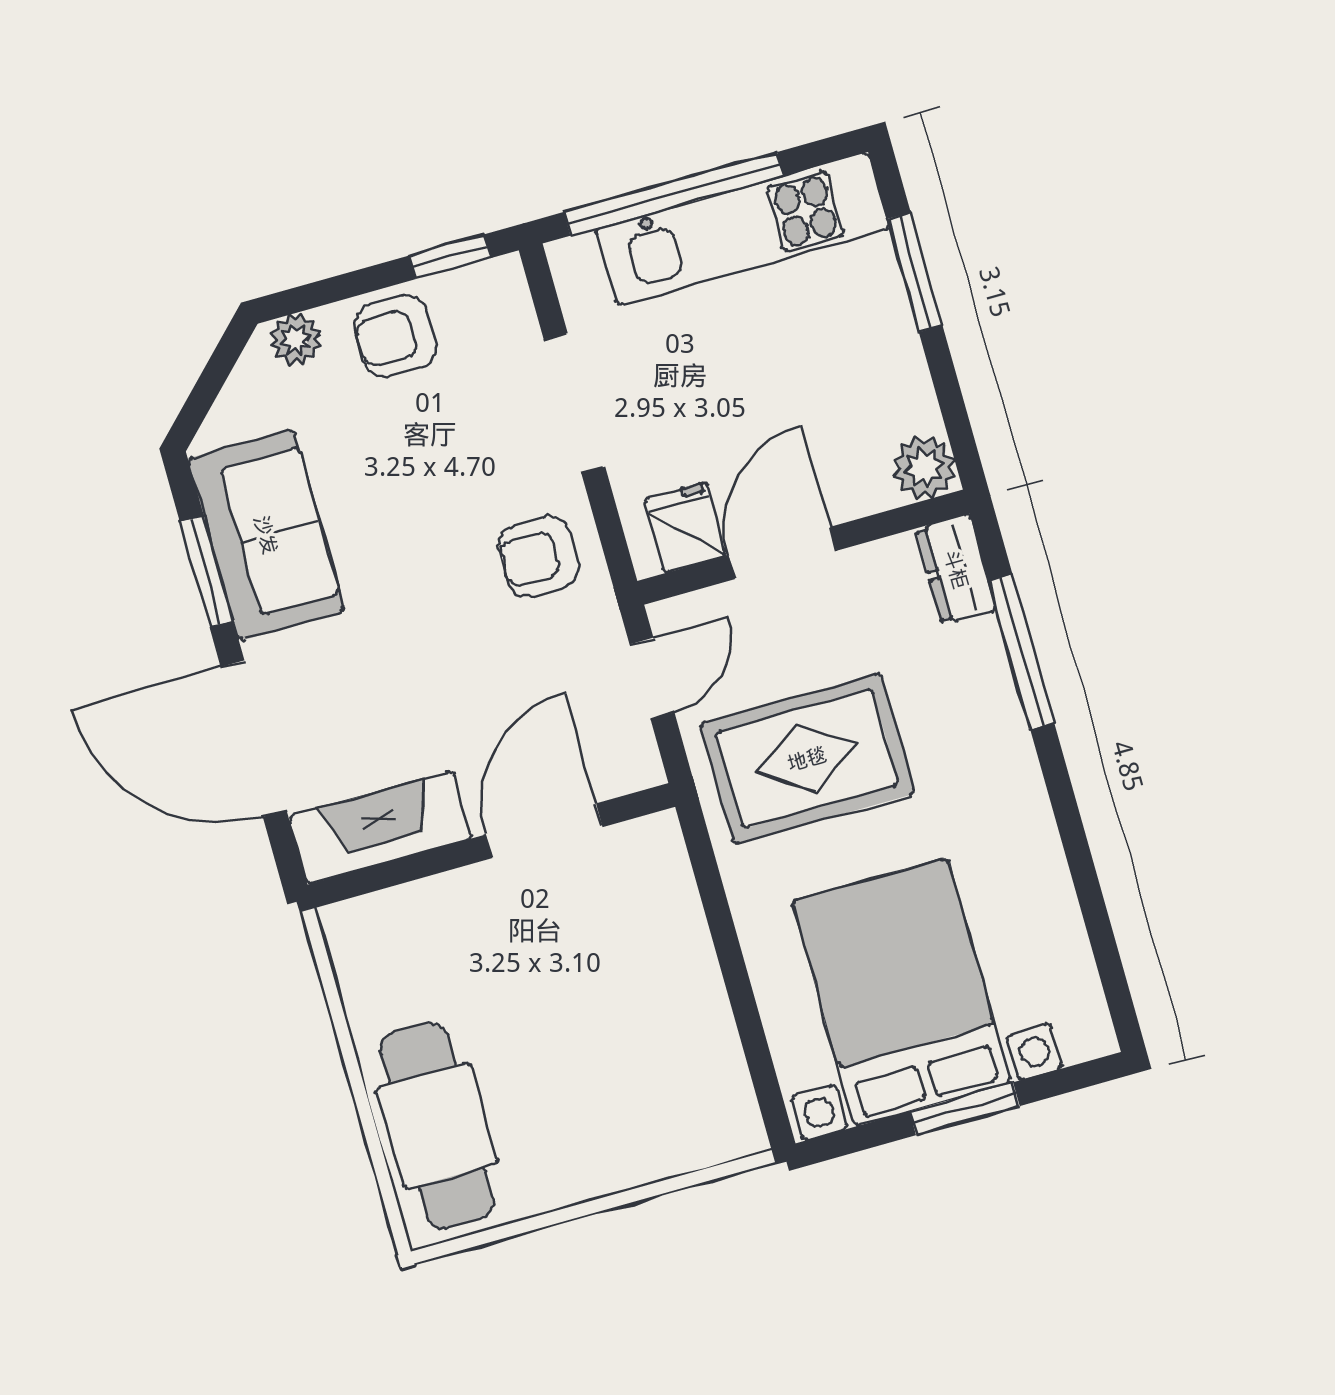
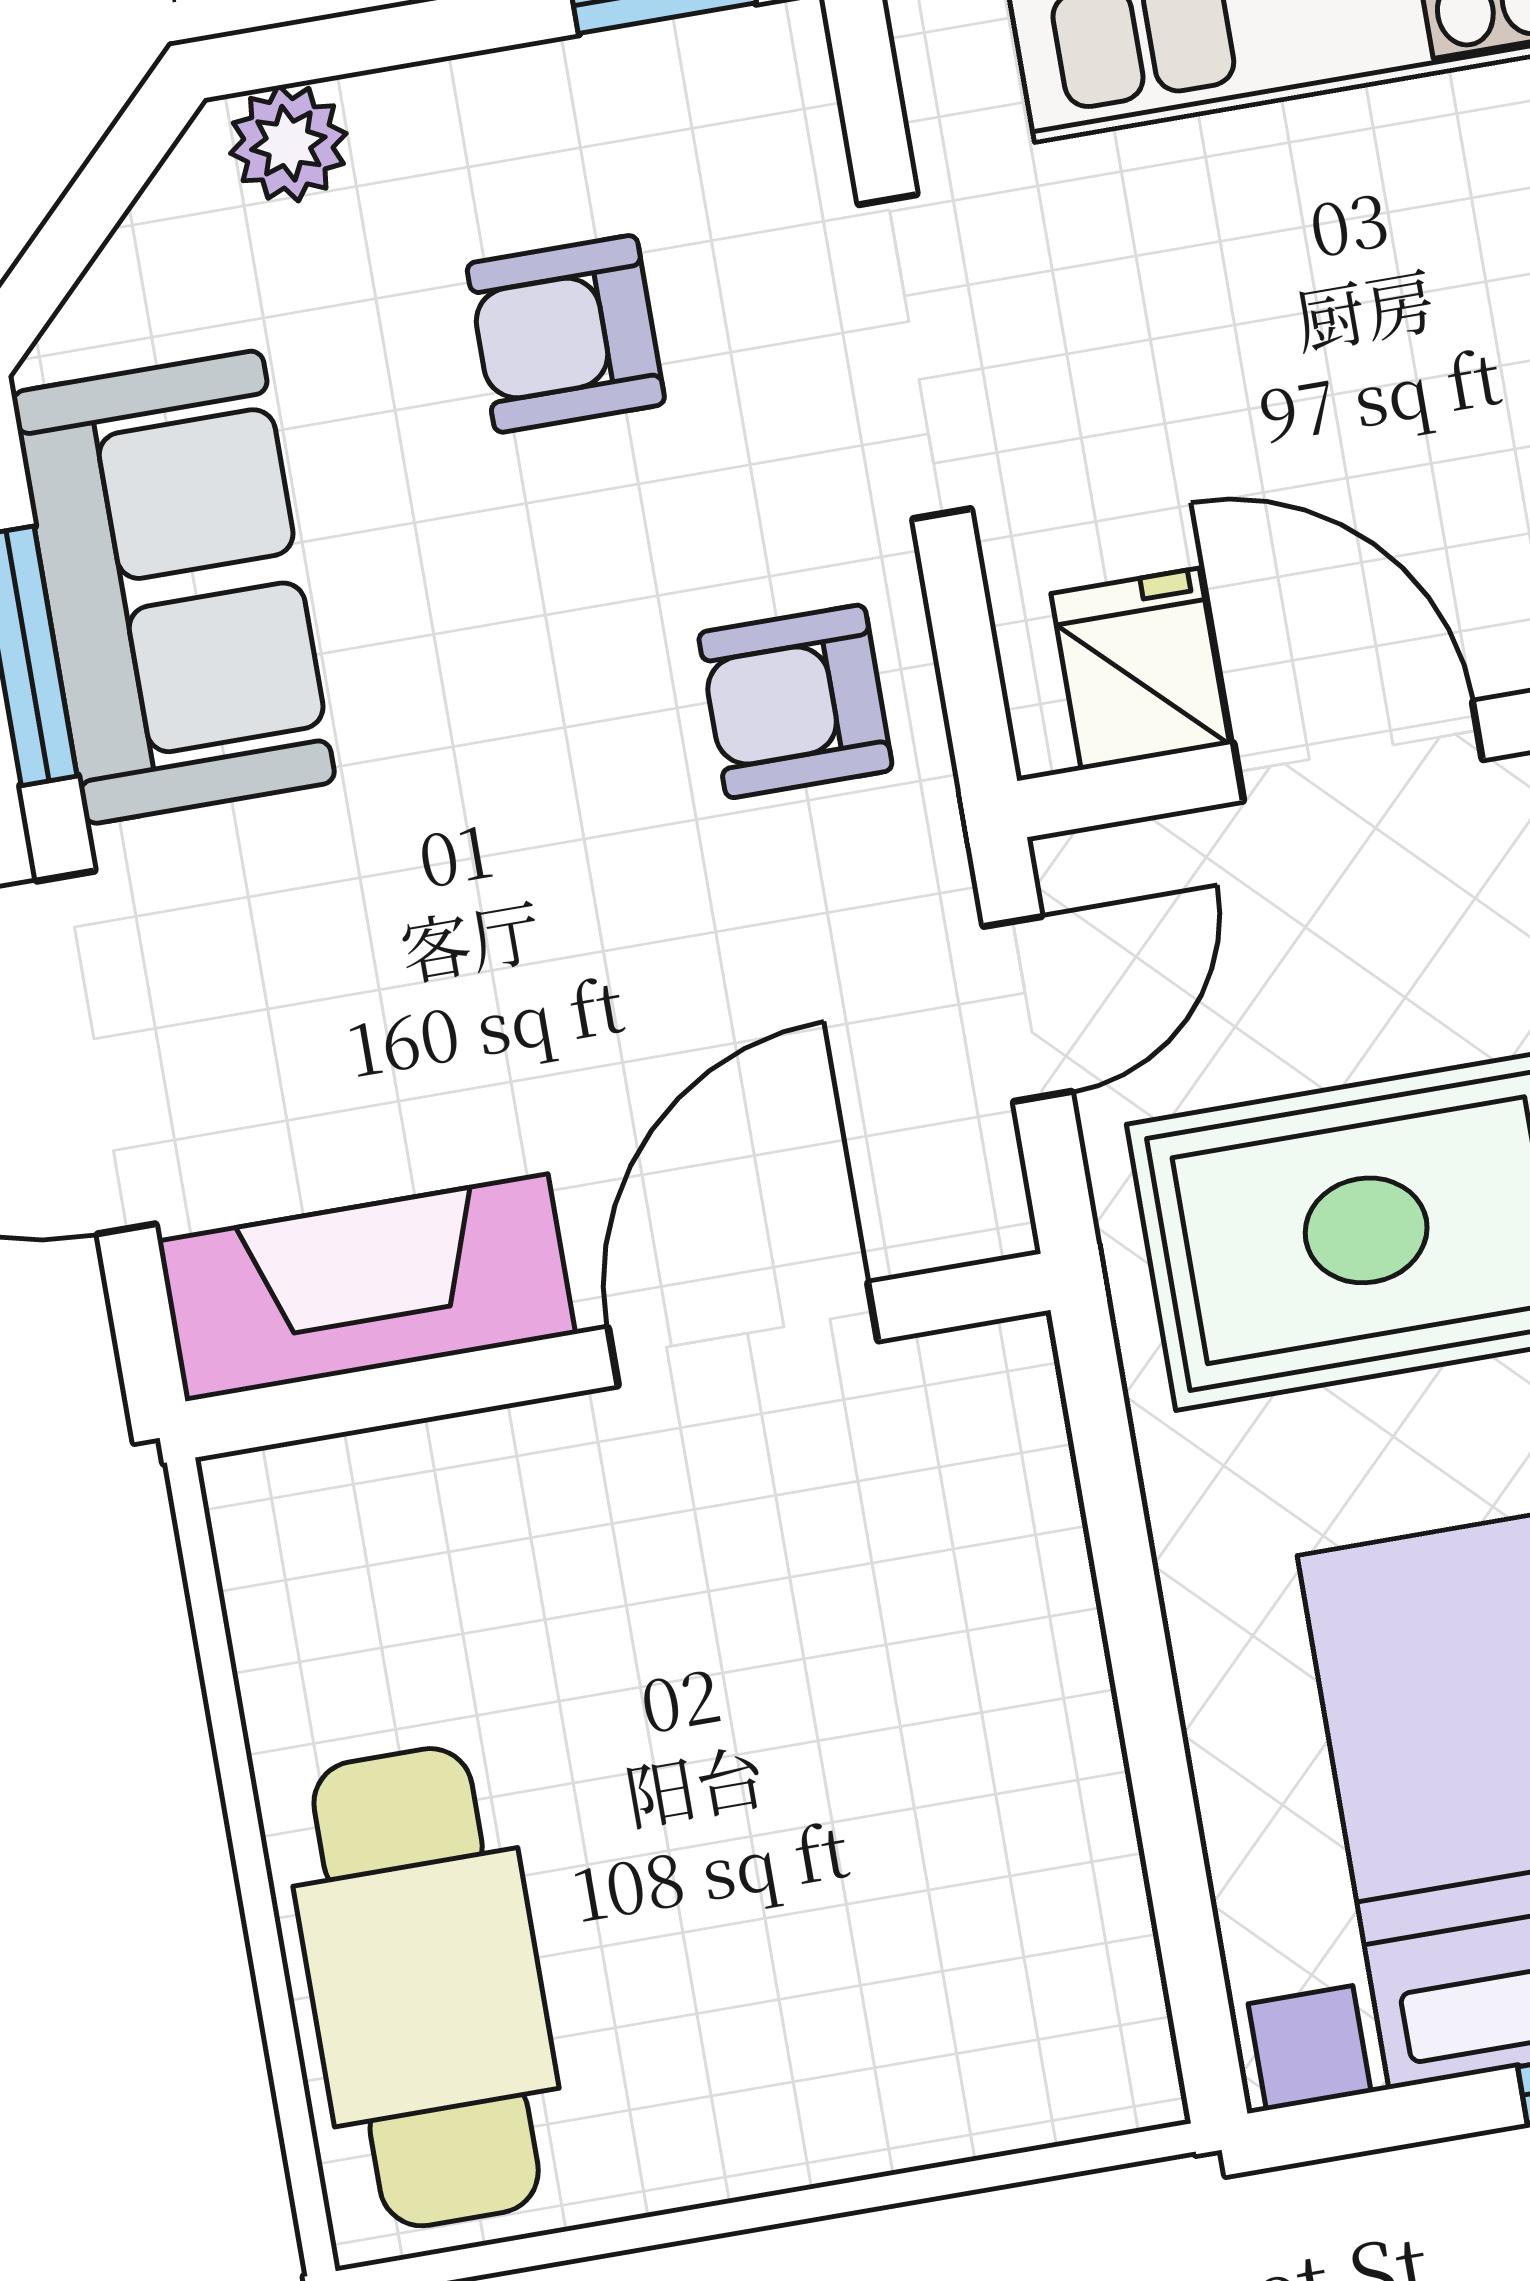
armchair: (395, 336) -> (566, 334), moved
door: (783, 553) -> (1358, 751), hinge flipped

